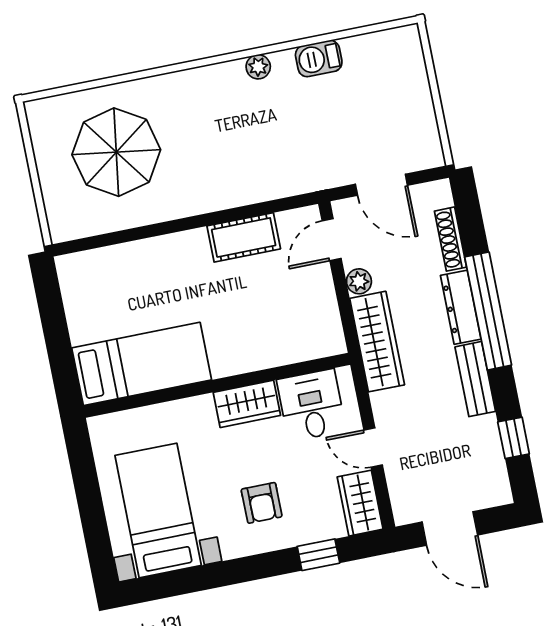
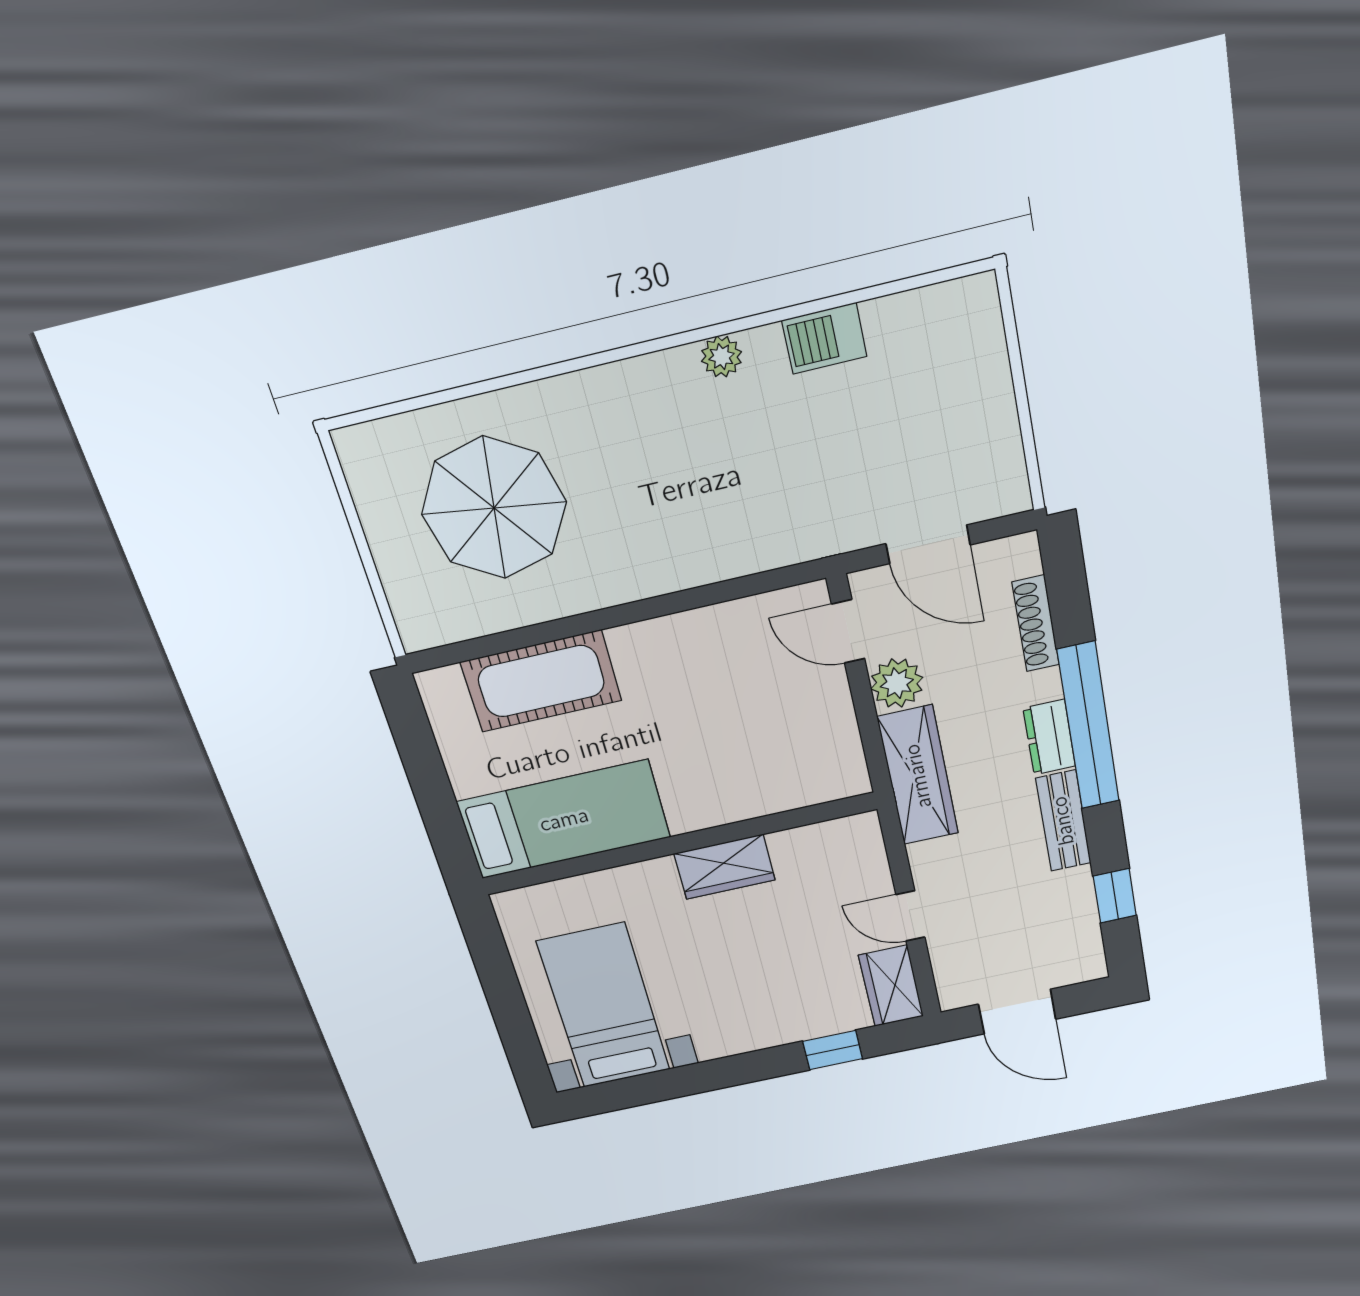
cot: (244, 237) -> (541, 681), moved, width x1.37, depth x1.34
door: (332, 240) -> (848, 631), hinge flipped
plant: (359, 281) -> (897, 683), width x1.38, depth x1.38
dresser: (461, 307) -> (1049, 737), width x0.70
desk: (311, 405) -> (820, 865), removed
armchair: (262, 503) -> (751, 991), removed

